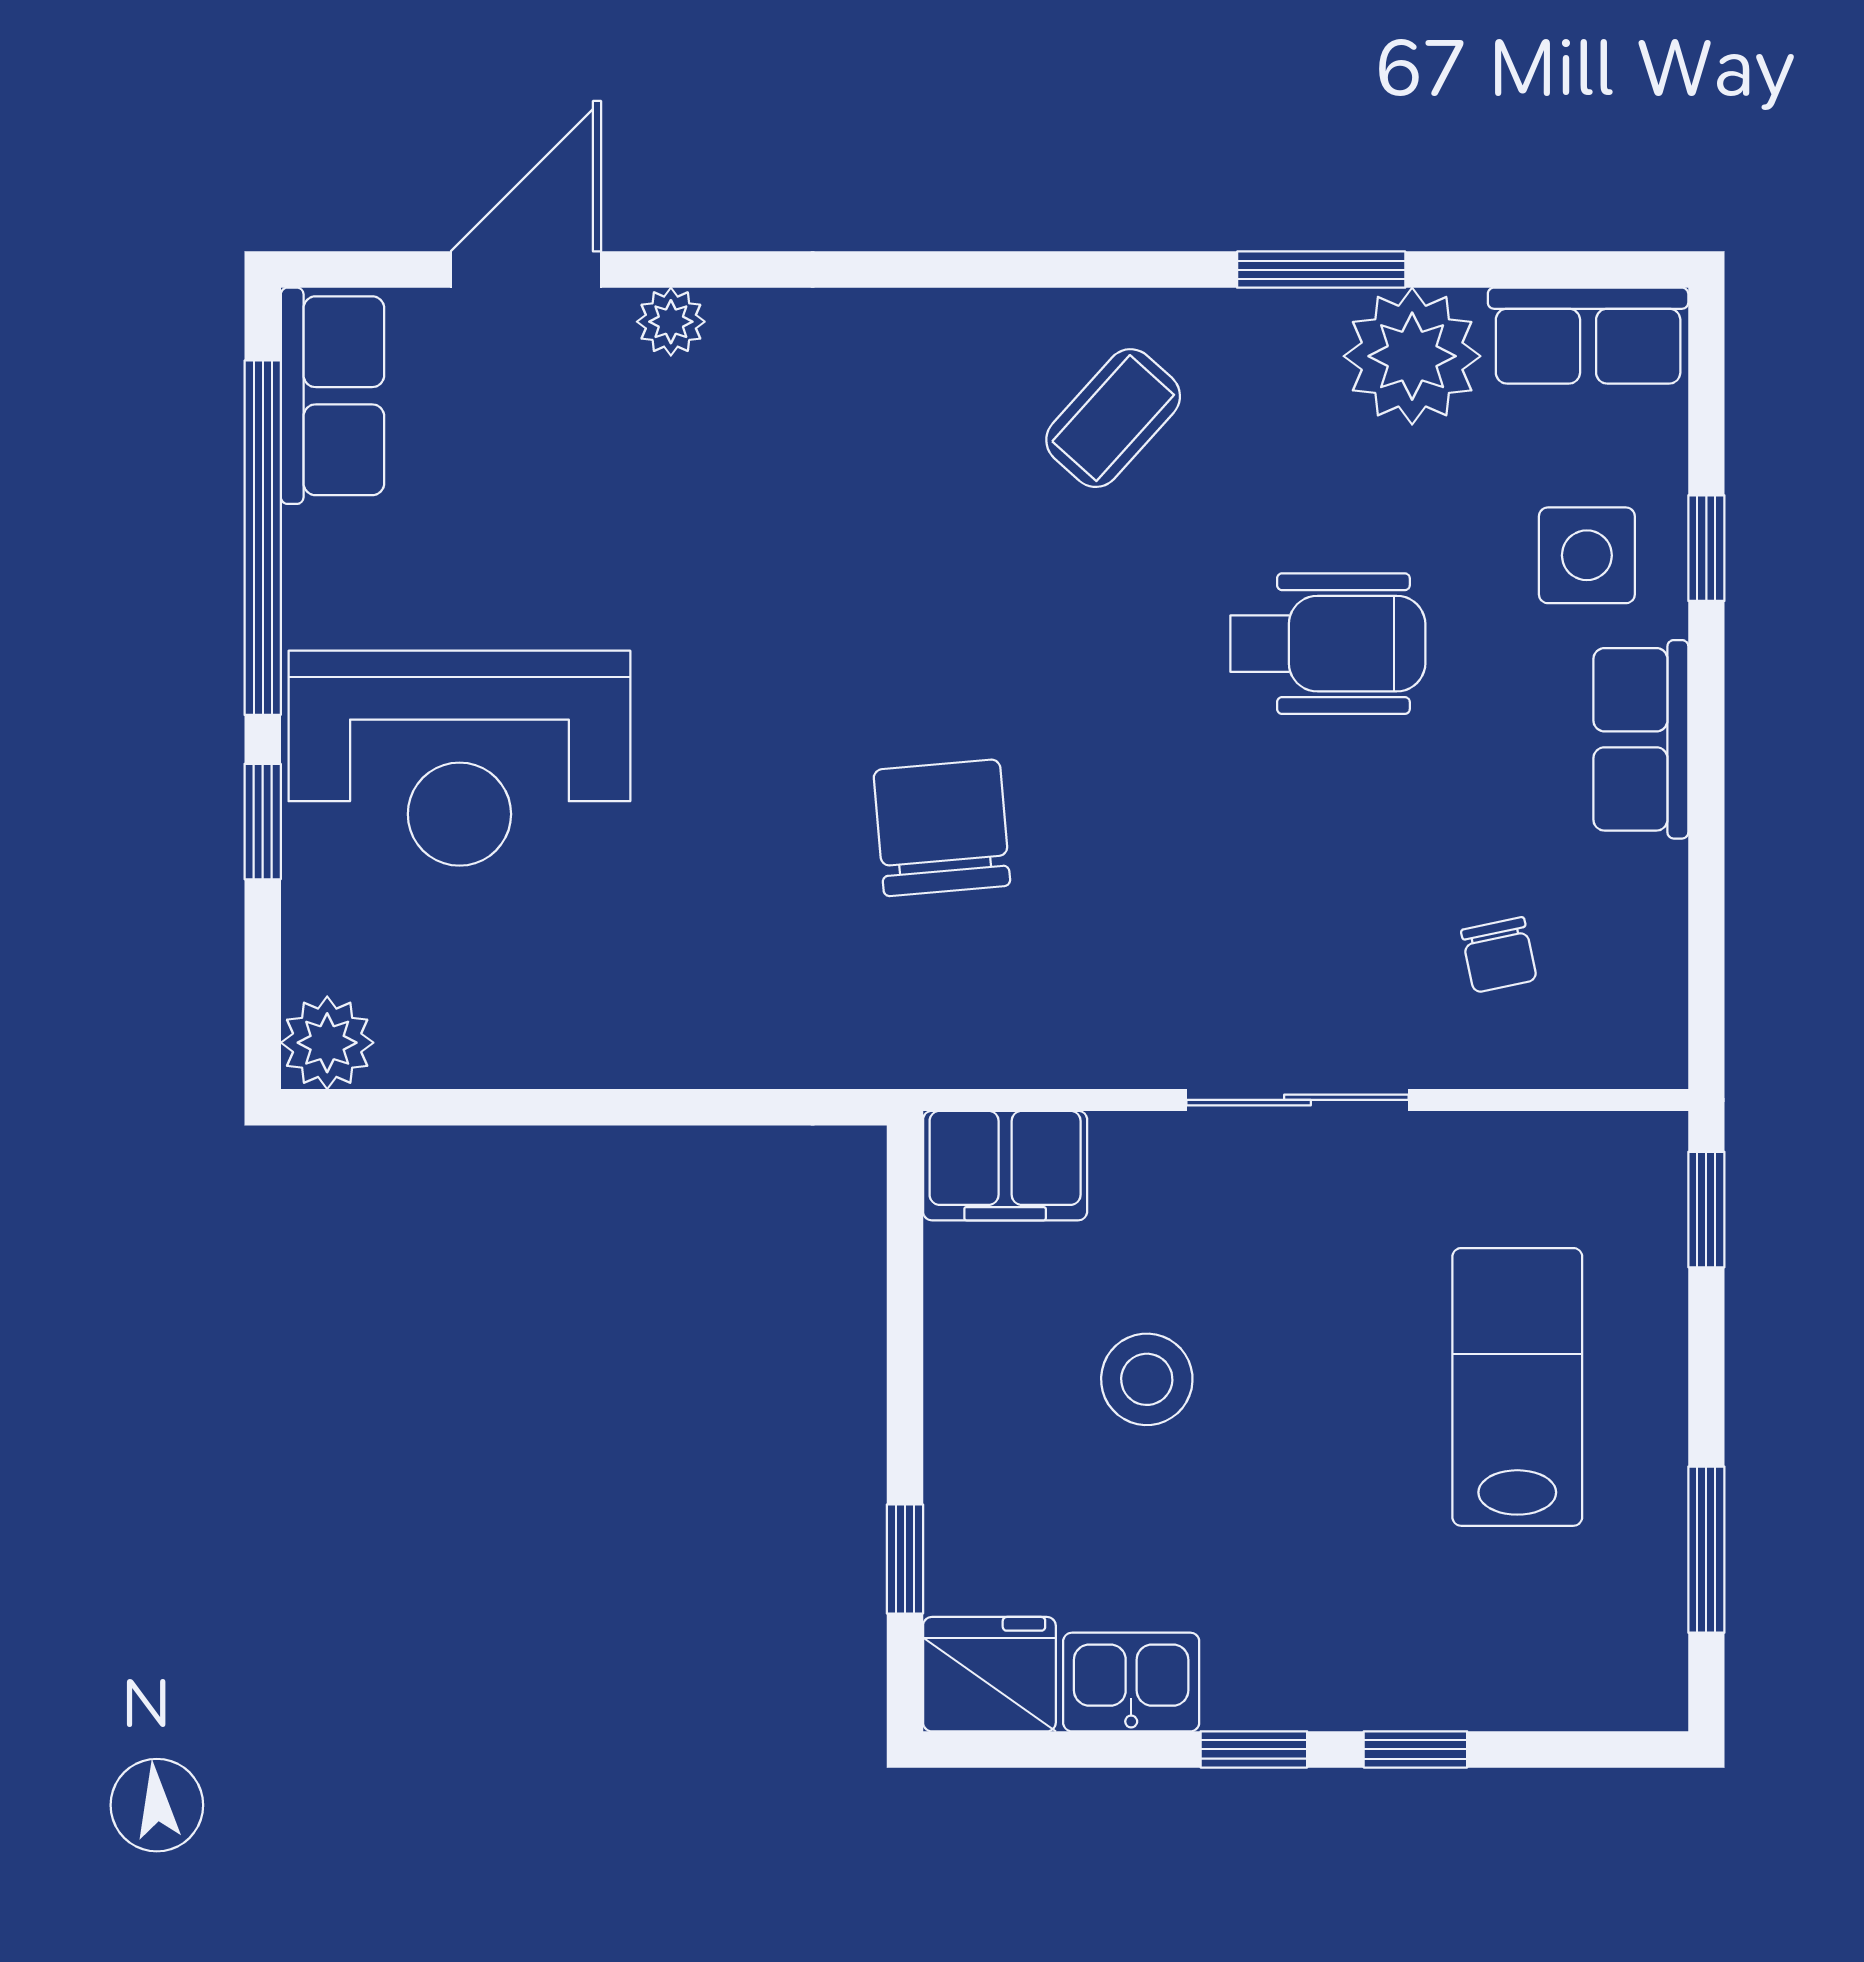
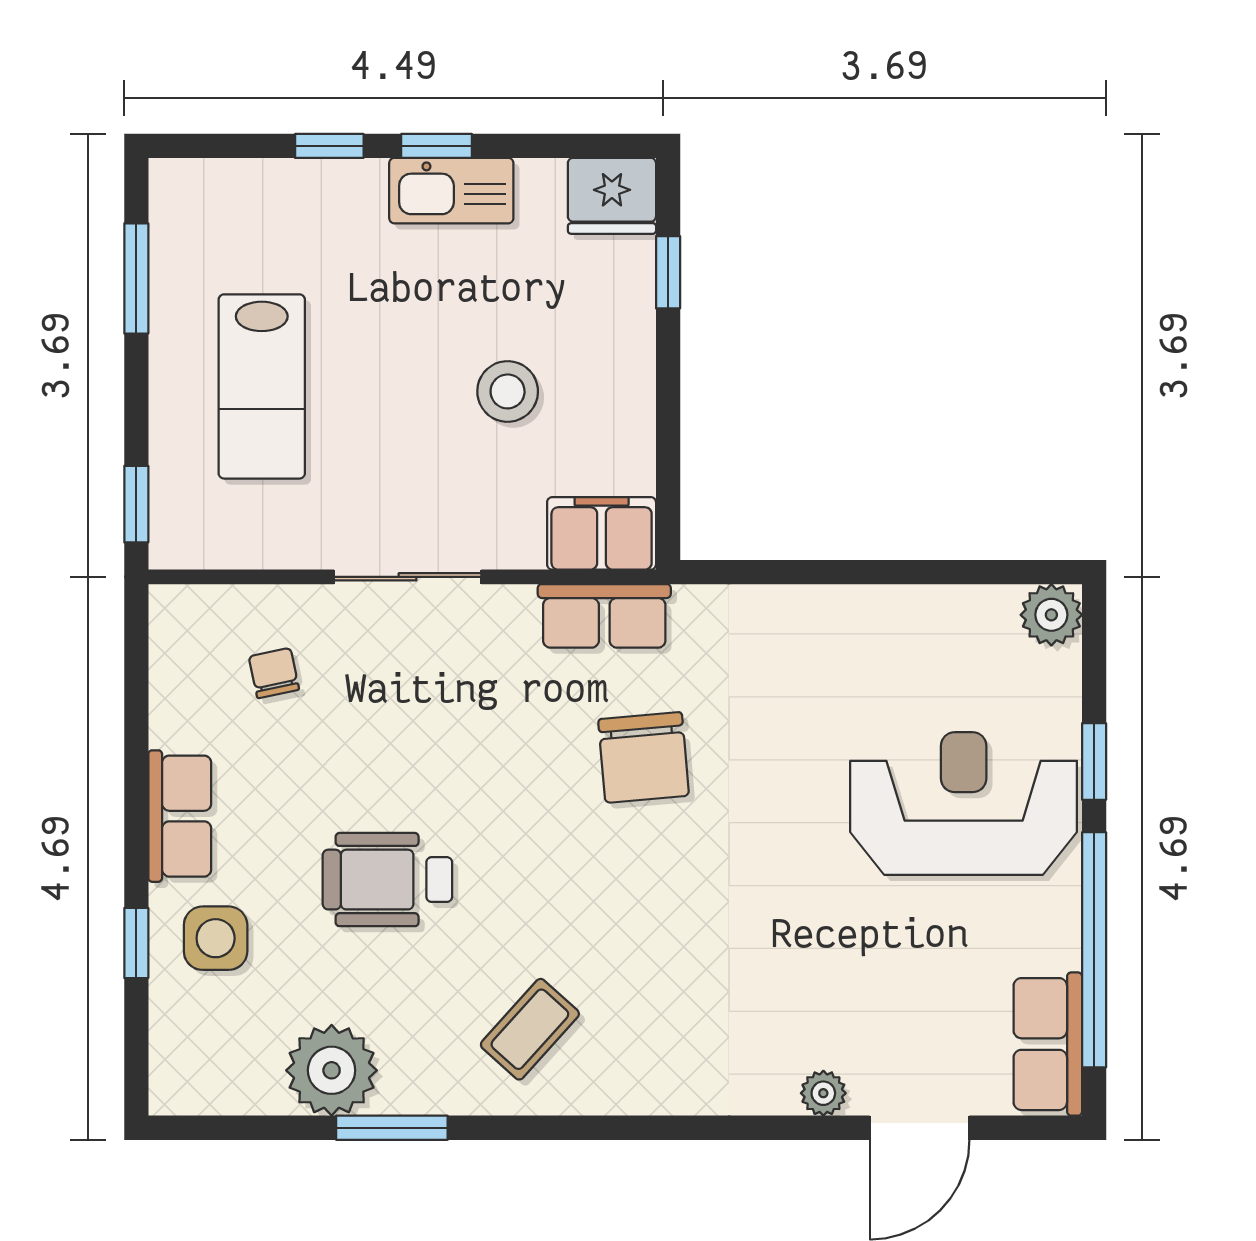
row of seats: (1588, 336) -> (604, 616), moved, turned 180
kitchen sink: (1131, 1682) -> (451, 191), moved, width x1.38

